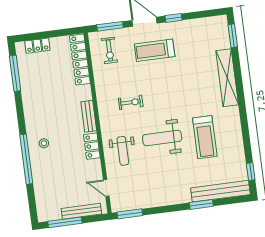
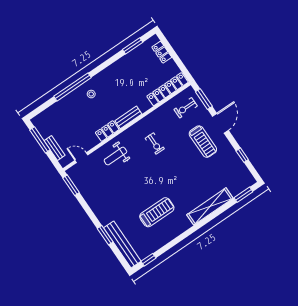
window: (174, 18) -> (242, 155), moved
treadmill: (155, 50) -> (203, 142), turned 180
window: (15, 73) -> (133, 46), width x0.69
treadmill: (205, 137) -> (157, 212), turned 180
weight bench: (162, 138) -> (140, 181), removed
door: (106, 188) -> (81, 158), hinge flipped
bench: (81, 211) -> (54, 148), width x0.73

